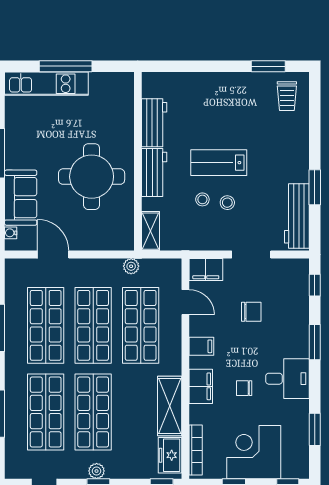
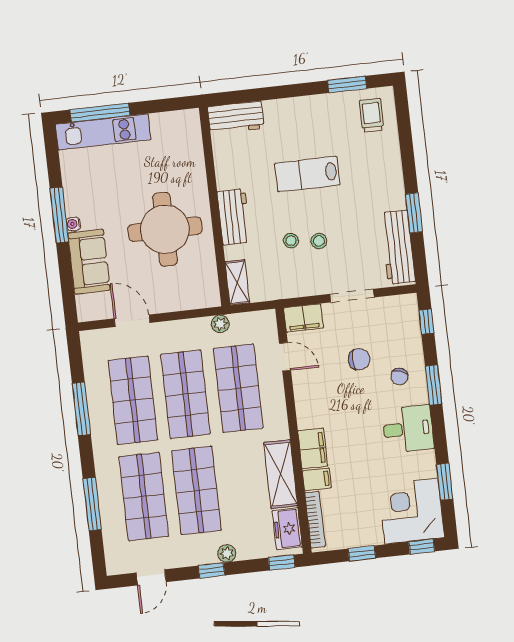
window: (66, 66) -> (100, 113), moved
trolley: (287, 96) -> (372, 115), turned 180
workbench: (154, 123) -> (236, 118), moved, turned 90
lab bench: (219, 163) -> (307, 174), moved
water cooler: (11, 233) -> (73, 224), moved
filing cabinet: (201, 346) -> (317, 479), moved
chair: (244, 388) -> (399, 376), moved, turned -72
corner desk: (254, 452) -> (411, 511), moved
plant: (97, 471) -> (227, 553), moved

